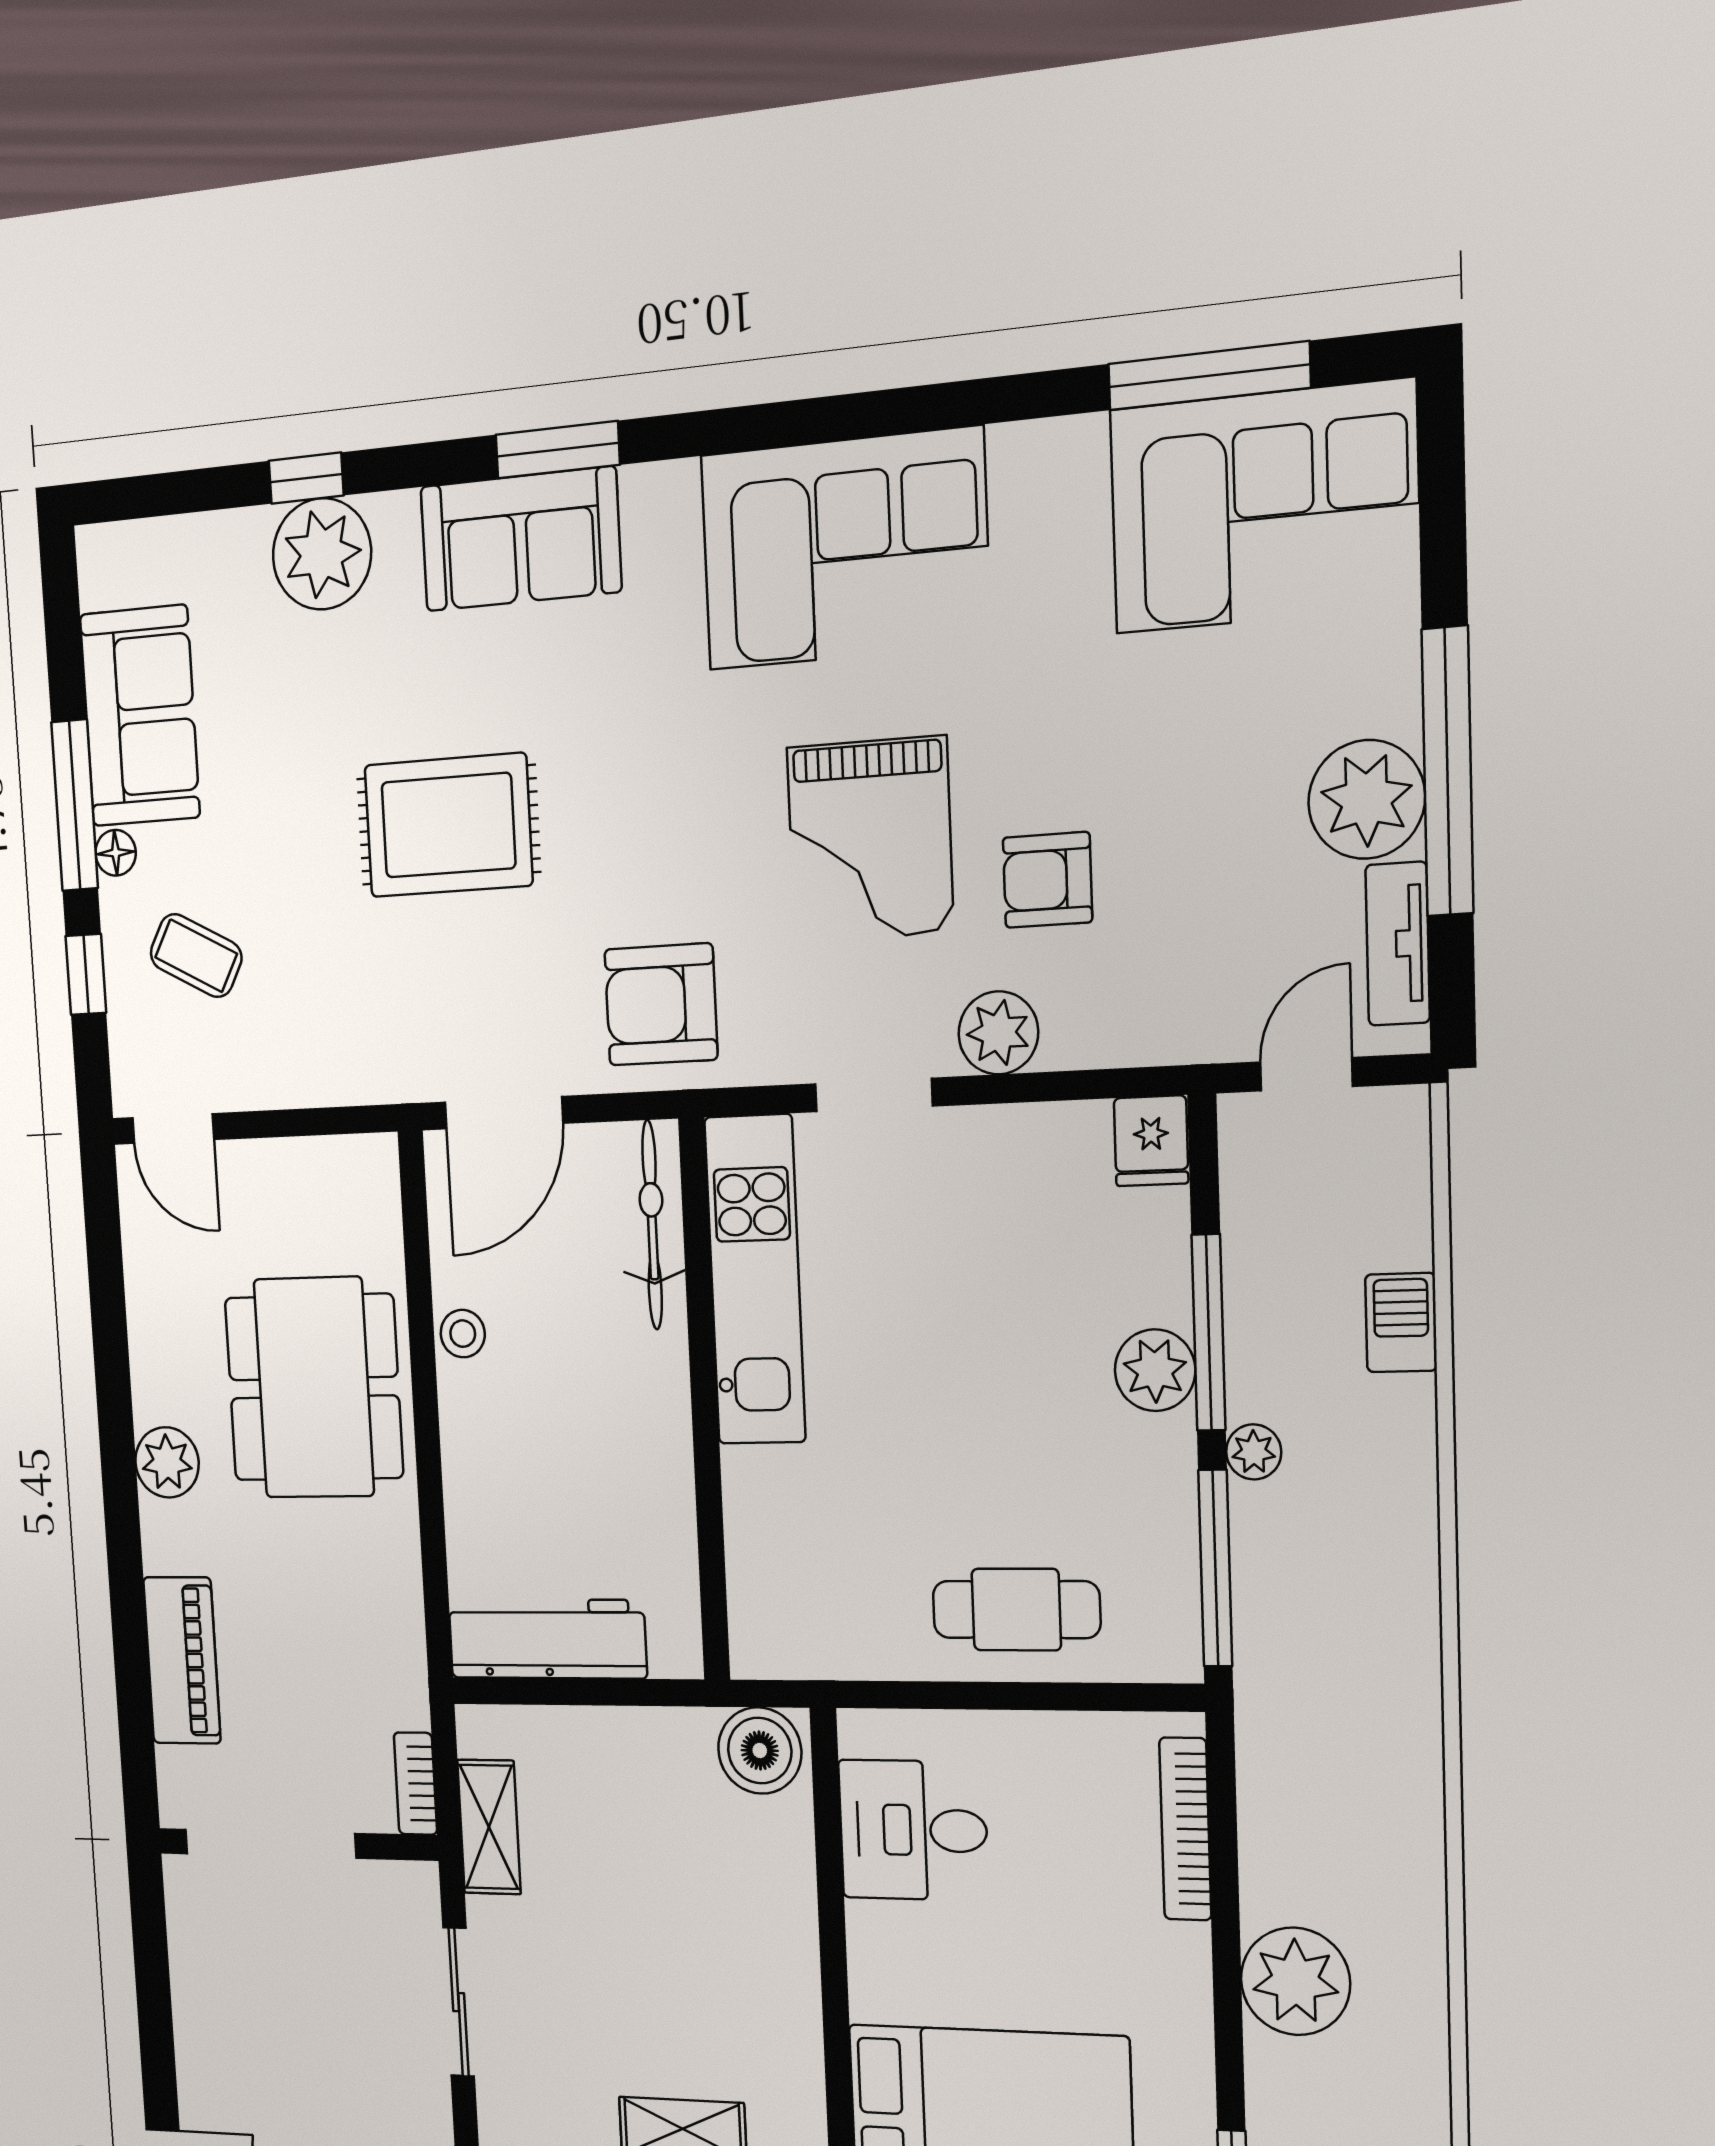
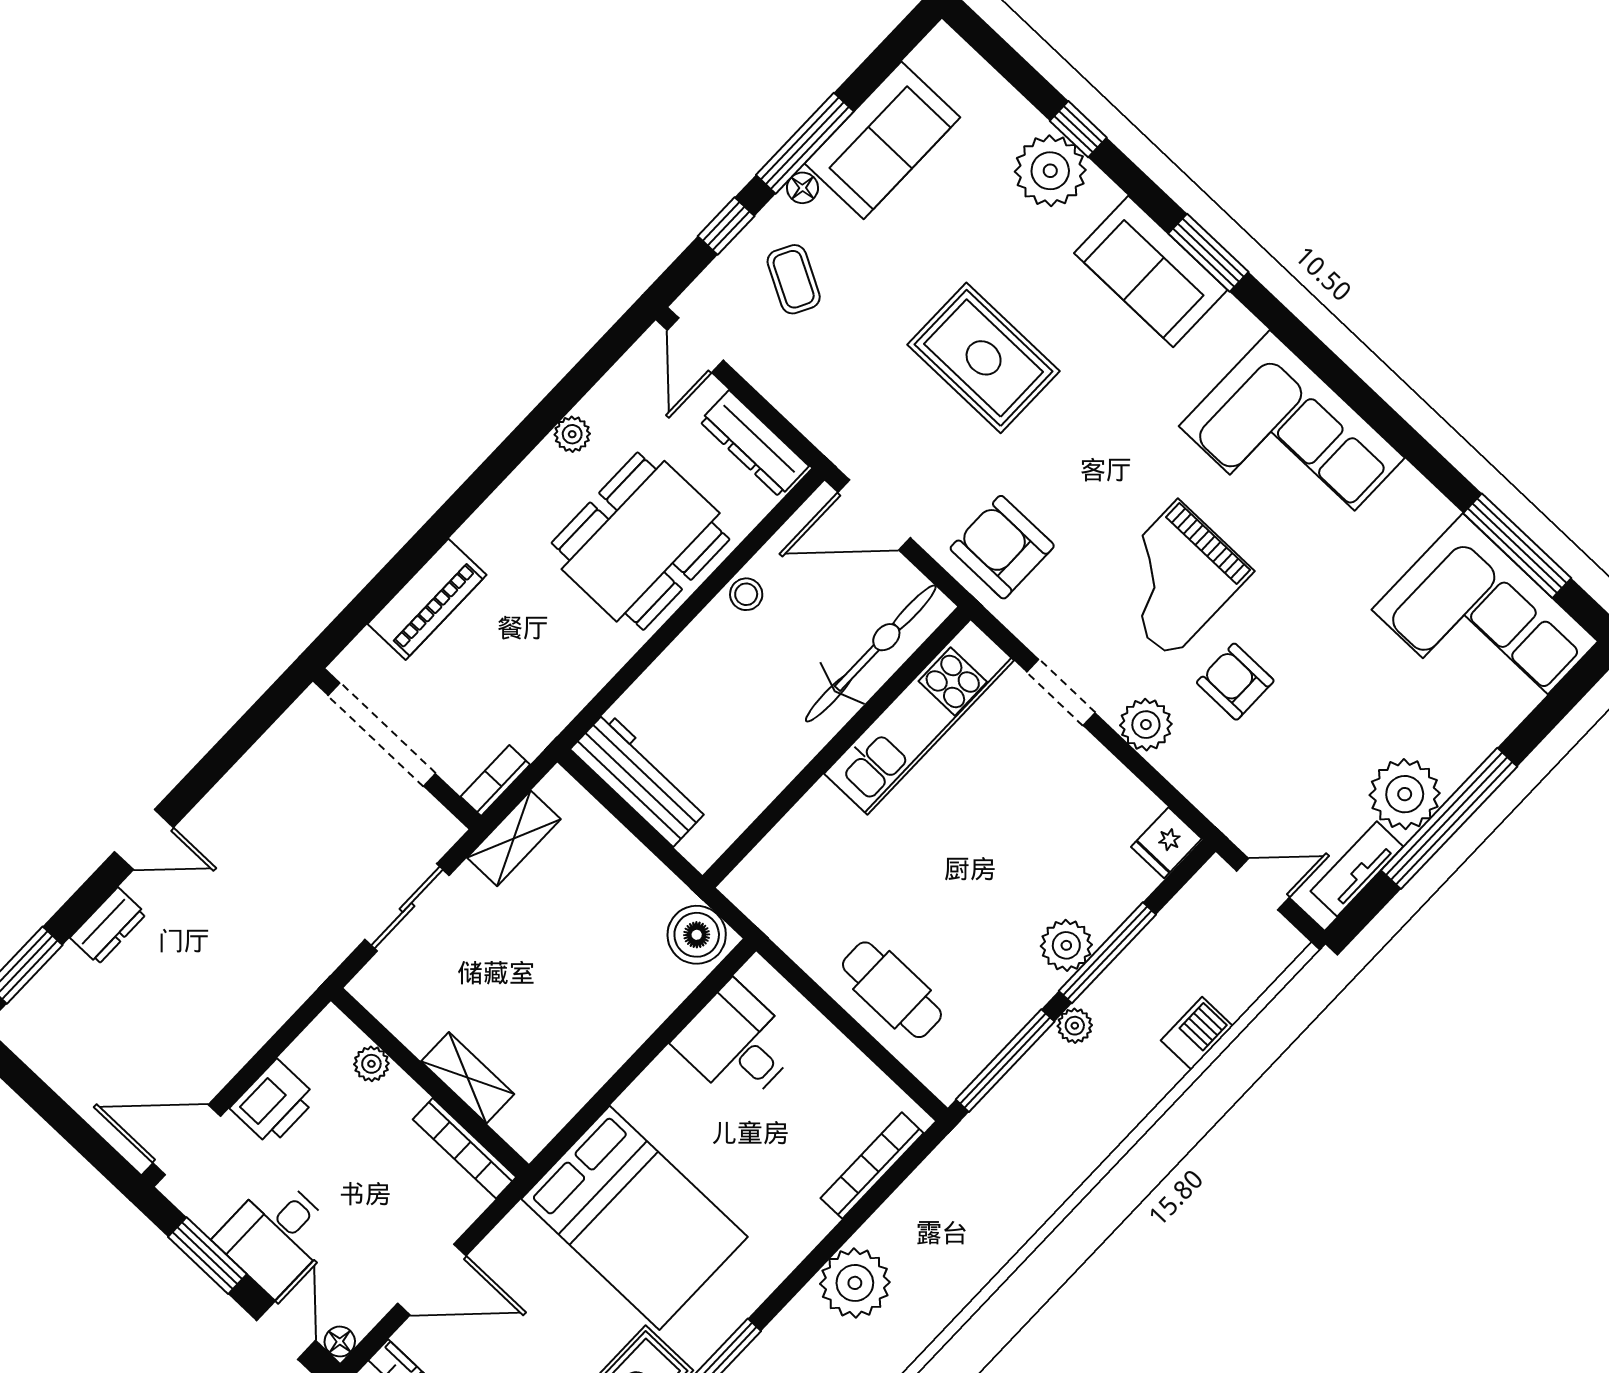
dresser: (321, 1167) -> (754, 444), added
bicycle: (652, 1225) -> (871, 653), width x1.37, depth x1.40
plant: (167, 1462) -> (572, 434), moved, width x0.73, depth x0.73

